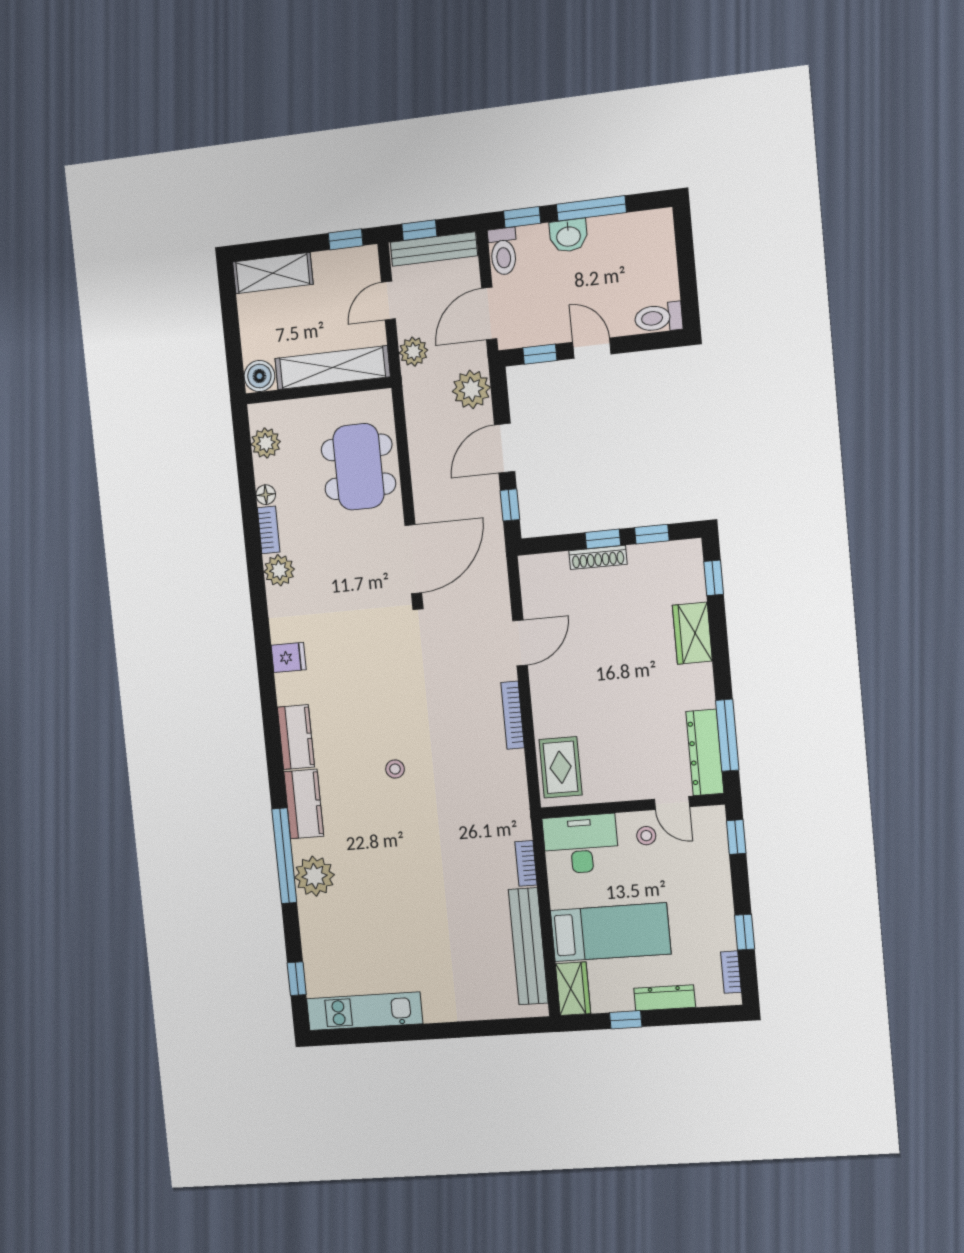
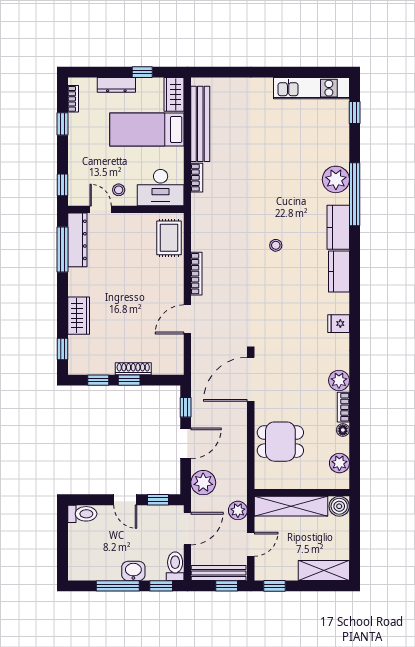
dining table: (358, 467) -> (280, 442), width x0.73

